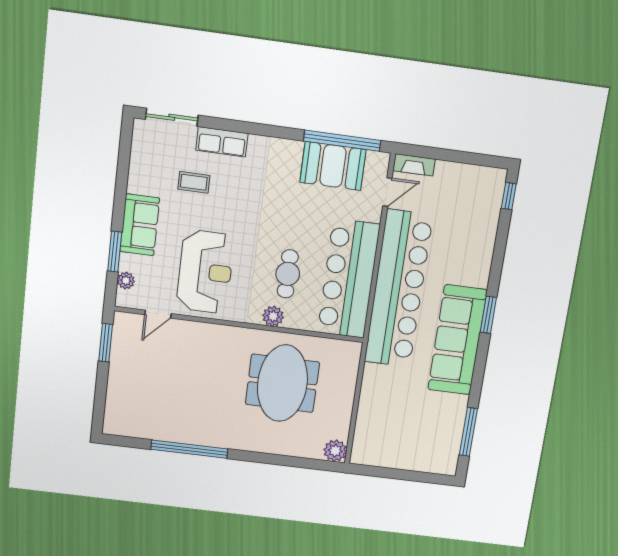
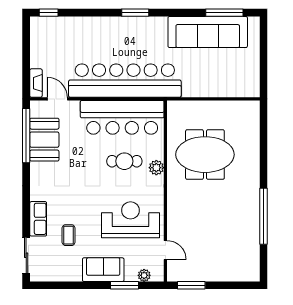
sofa: (457, 340) -> (208, 32), moved
plant: (335, 451) -> (251, 109), removed

